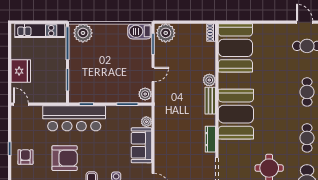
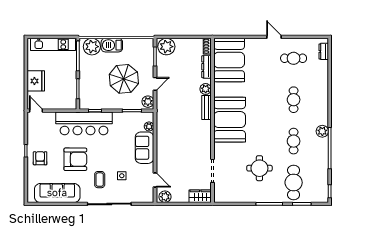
door: (305, 22) -> (274, 37), moved
barbecue: (140, 31) -> (112, 45), moved
parasol: (118, 69) -> (124, 79), added
dresser: (210, 139) -> (207, 67), moved

